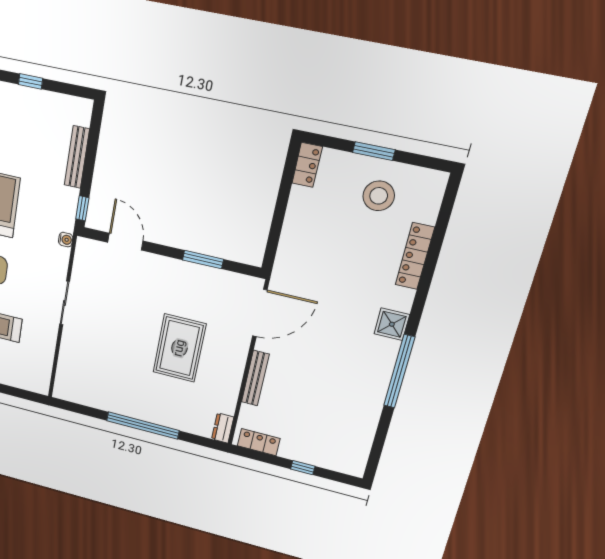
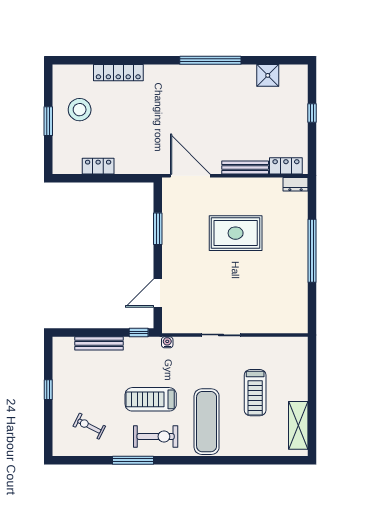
locker: (307, 165) -> (98, 166), moved
shower: (392, 324) -> (268, 75), moved
locker: (259, 442) -> (286, 166), moved, turned 90

